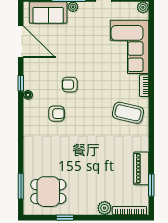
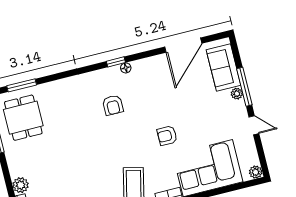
window: (21, 83) -> (116, 62), moved
armchair: (70, 85) -> (167, 136), moved, turned -90

